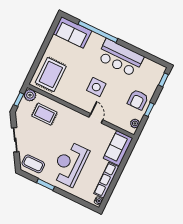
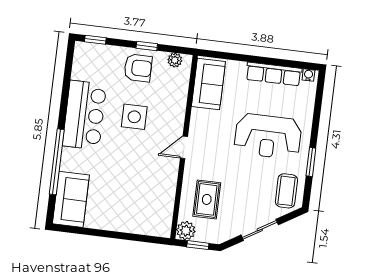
rug: (51, 74) -> (145, 210), removed
side table: (96, 87) -> (134, 117), moved
door: (96, 118) -> (184, 147), moved
sofa: (118, 148) -> (208, 84), moved, turned -90

